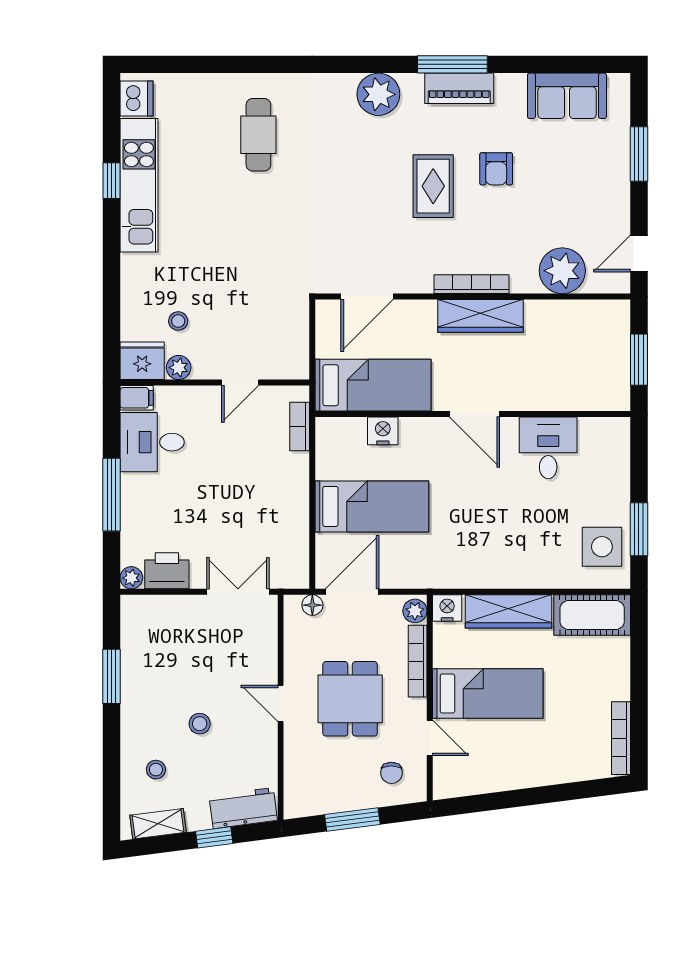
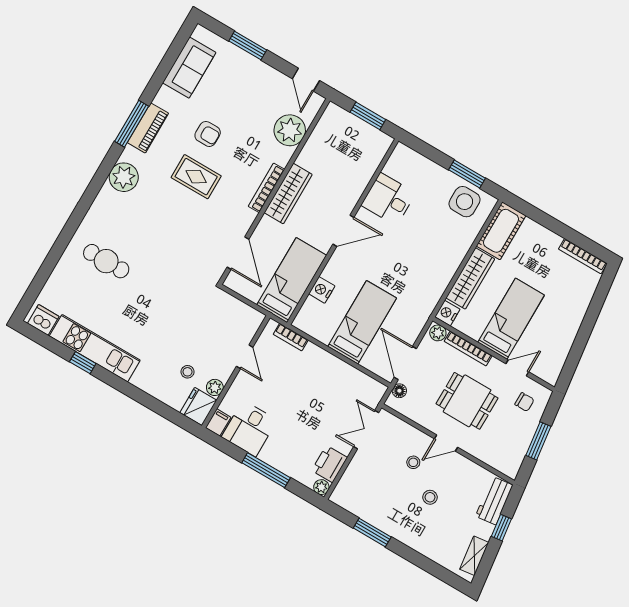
stool: (156, 770) -> (413, 462), moved

